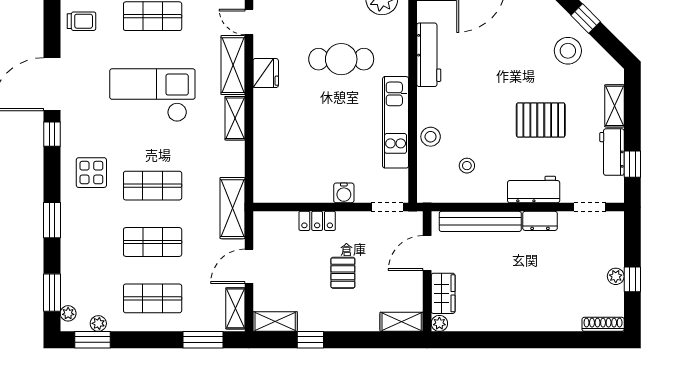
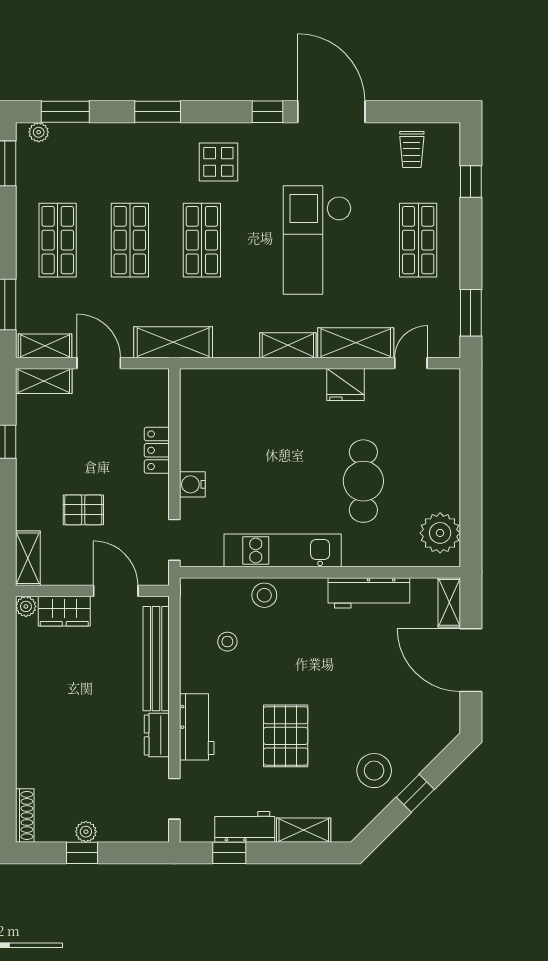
checkout: (152, 95) -> (317, 240), turned 180
pallet: (343, 273) -> (83, 510), moved
shelving: (275, 322) -> (44, 381), moved, turned 90
plant: (98, 323) -> (26, 171), removed

